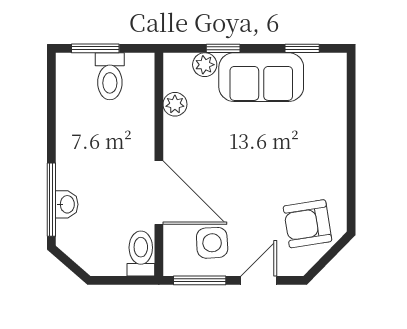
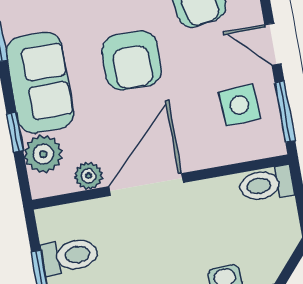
plant: (205, 65) -> (43, 154), width x1.38, depth x1.38
armchair: (266, 158) -> (132, 60), added
door: (159, 193) -> (146, 185), moved

